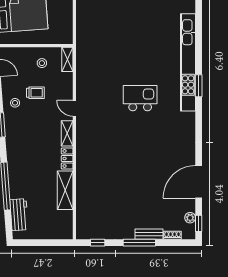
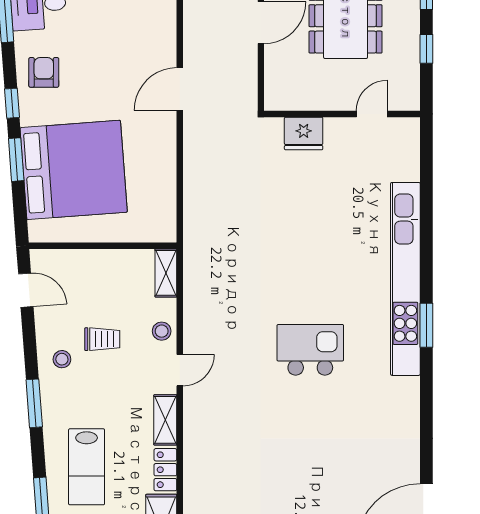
stool: (42, 63) -> (162, 331), moved
door: (74, 108) -> (180, 370), swing flipped
lab bench: (27, 157) -> (87, 467), added

